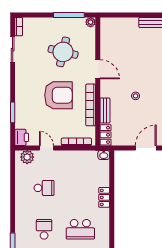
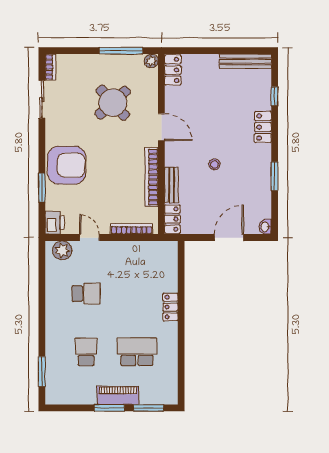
locker: (106, 29) -> (173, 70), added
round table: (63, 52) -> (113, 103), turned 35
armchair: (58, 95) -> (67, 165), moved
washbasin: (104, 155) -> (170, 247), removed
school desk: (80, 229) -> (137, 352), turned 180

